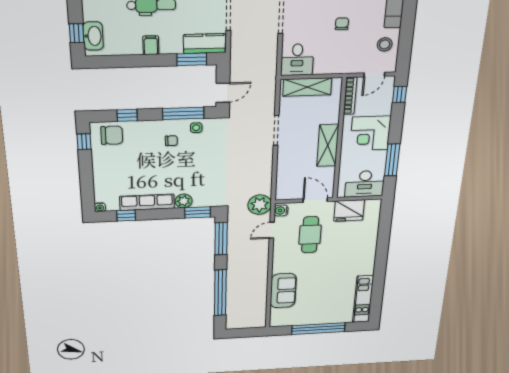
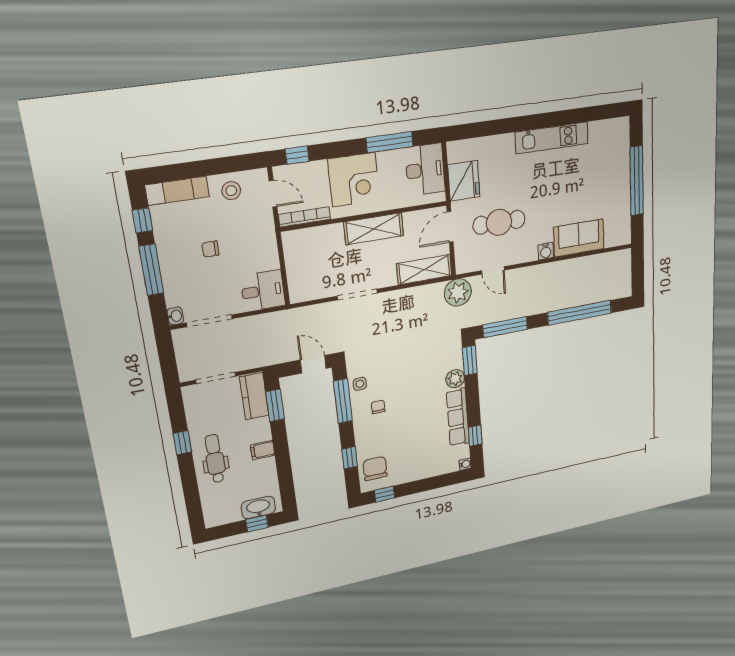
shelving: (307, 87) -> (424, 270), moved, turned 90
water cooler: (281, 210) -> (546, 251), moved
kitchen unit: (363, 299) -> (552, 138), moved

